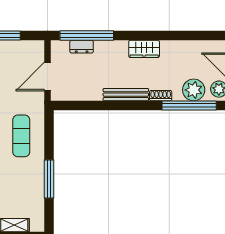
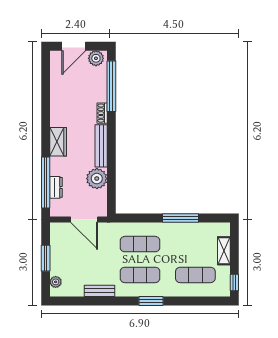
wardrobe: (144, 49) -> (58, 142), moved
plant: (194, 90) -> (97, 179), moved

